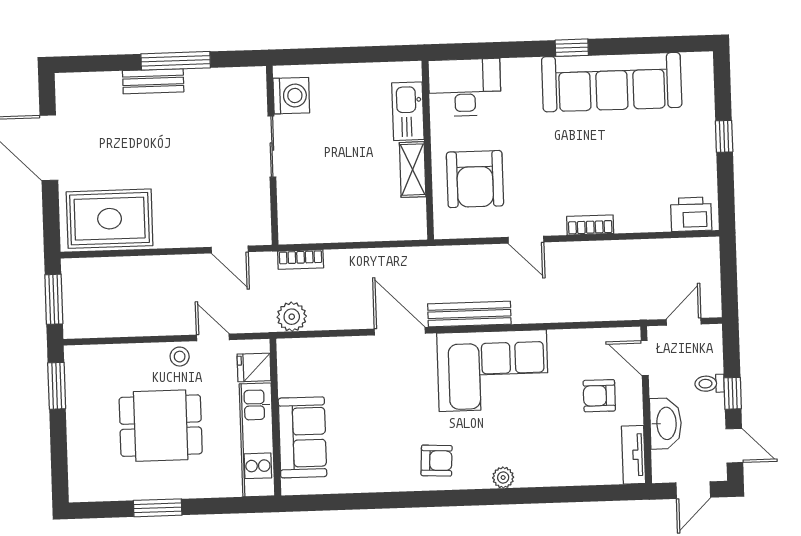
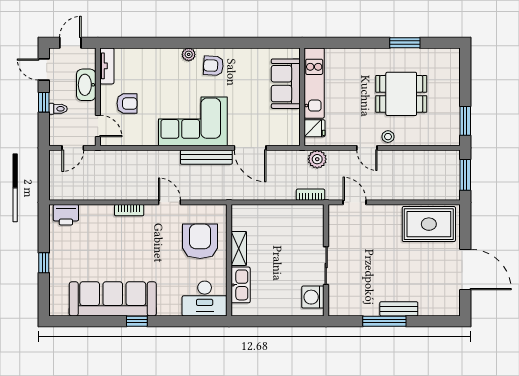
fridge: (254, 367) -> (315, 128), moved
wall: (275, 417) -> (302, 97), moved
sofa: (302, 437) -> (286, 84), moved
kitchen unit: (257, 440) -> (314, 83), moved
armchair: (437, 461) -> (213, 66), moved

